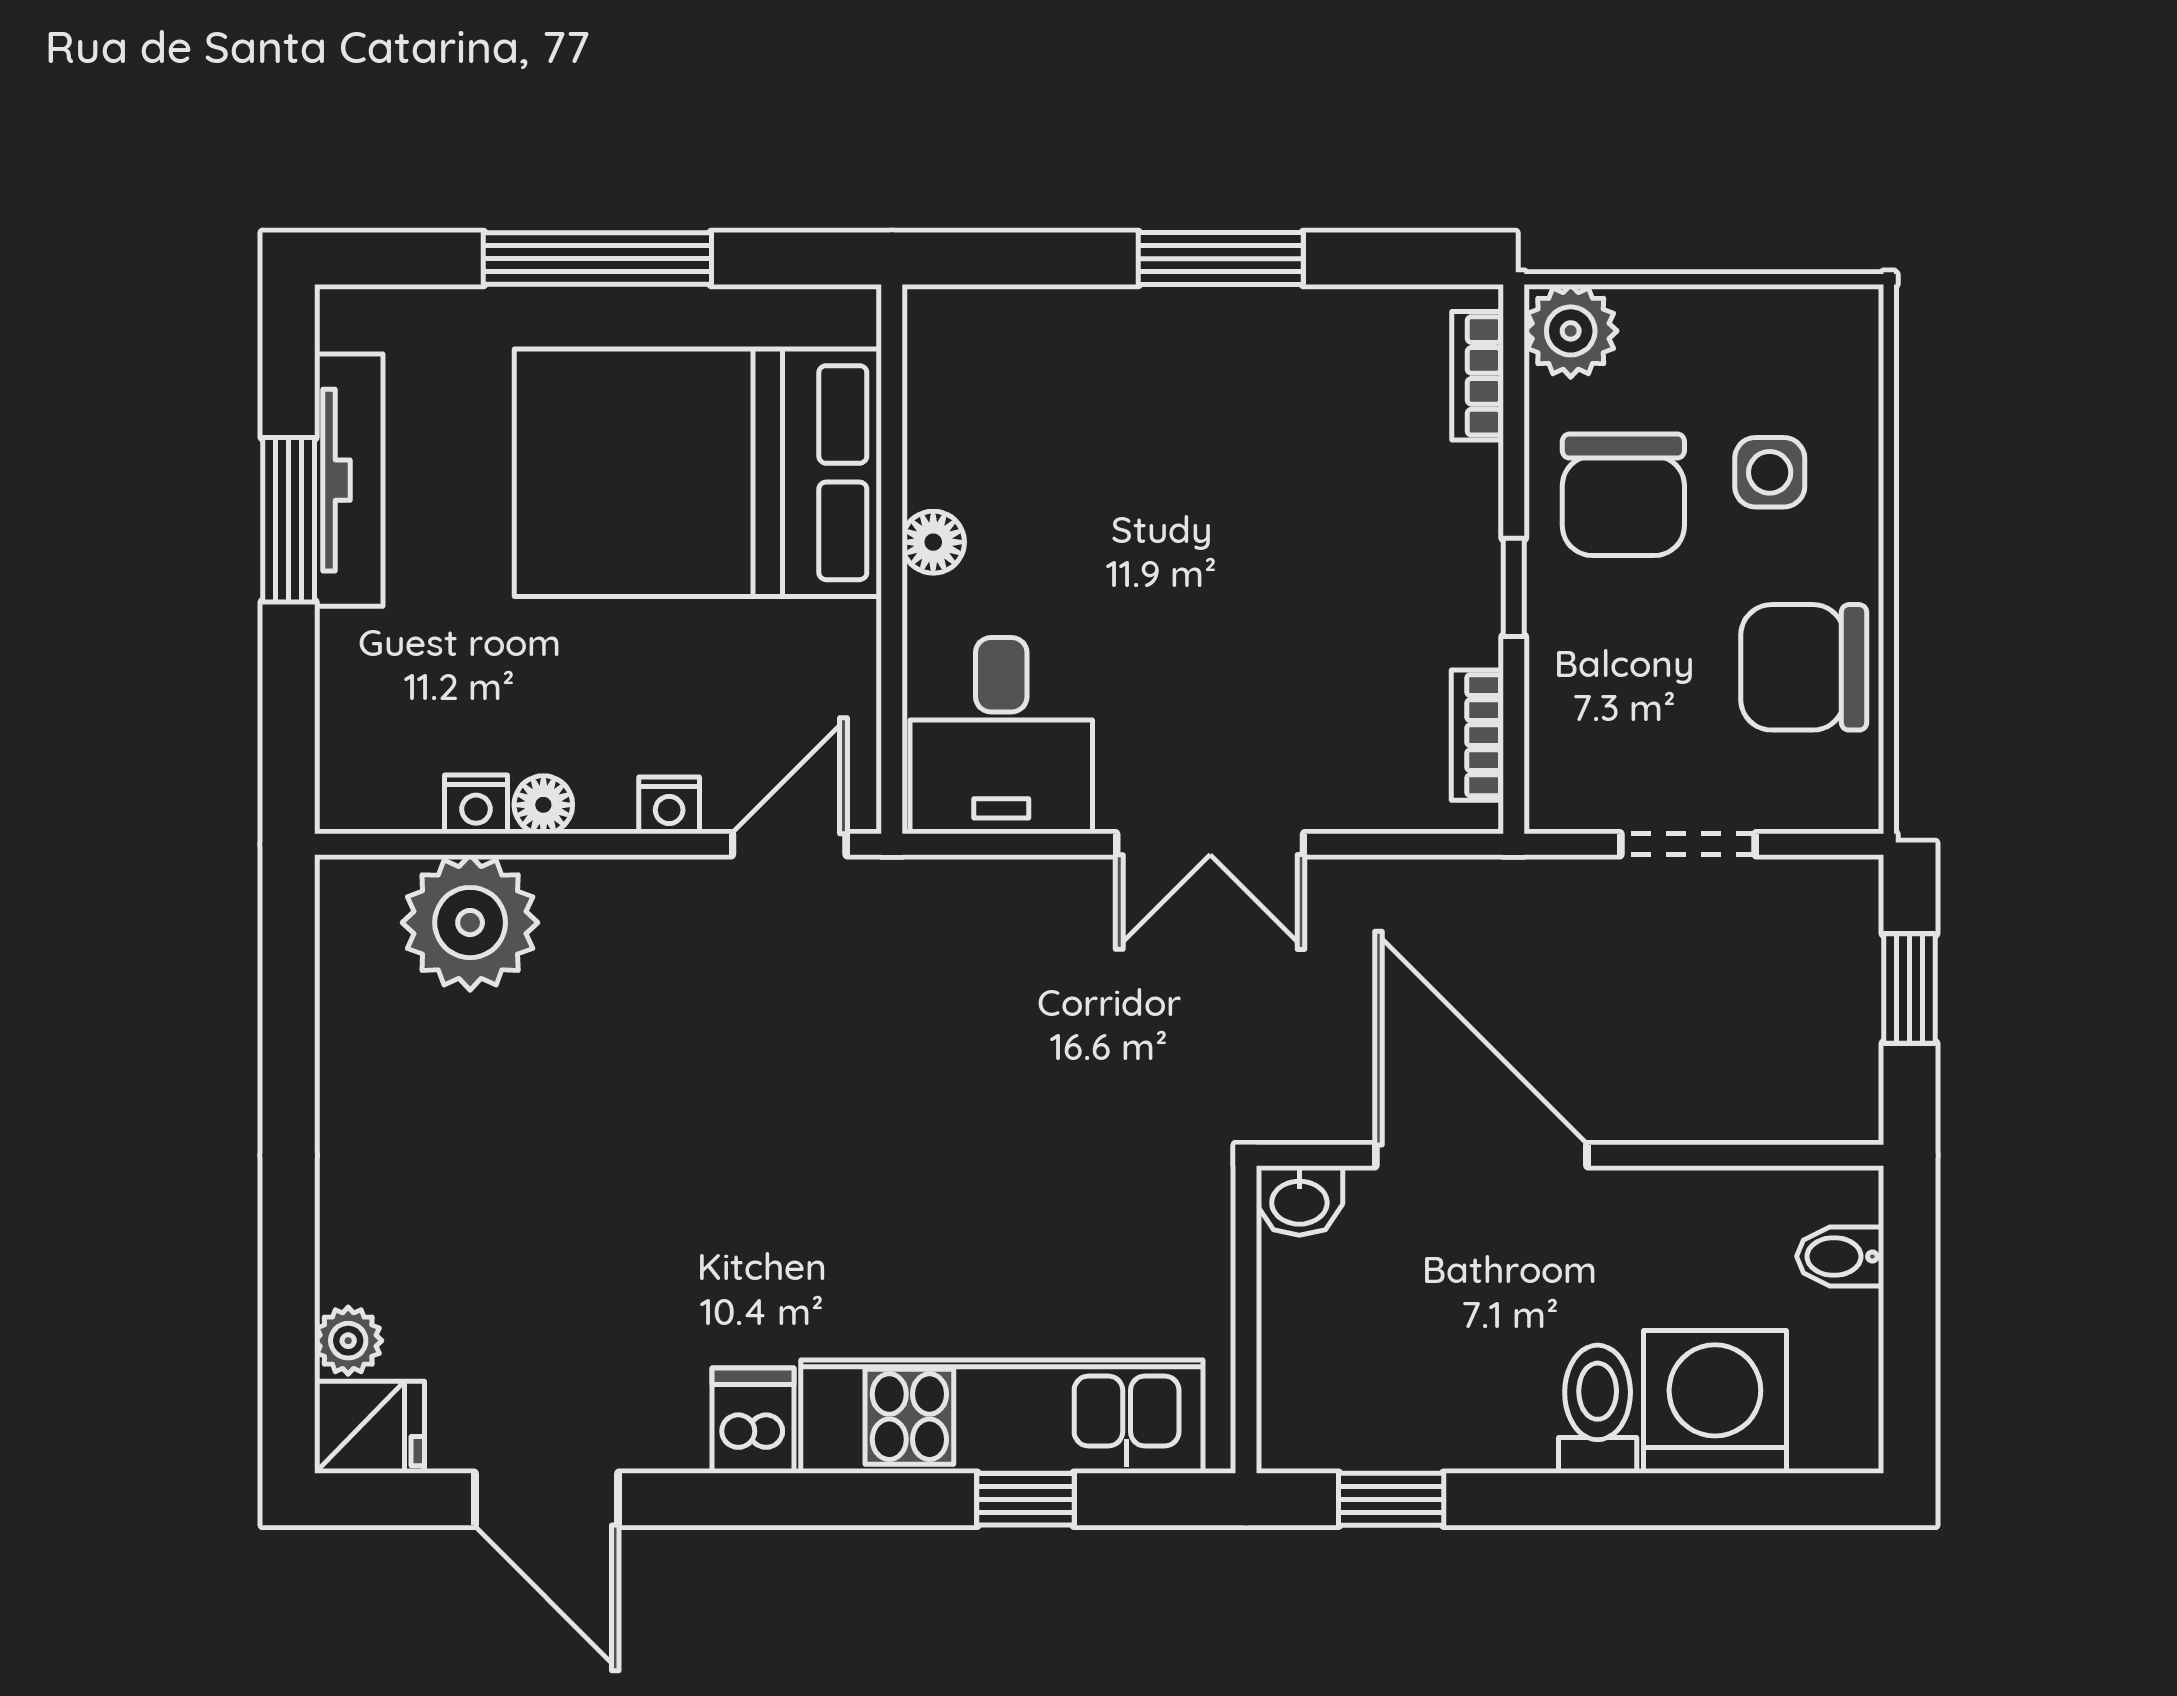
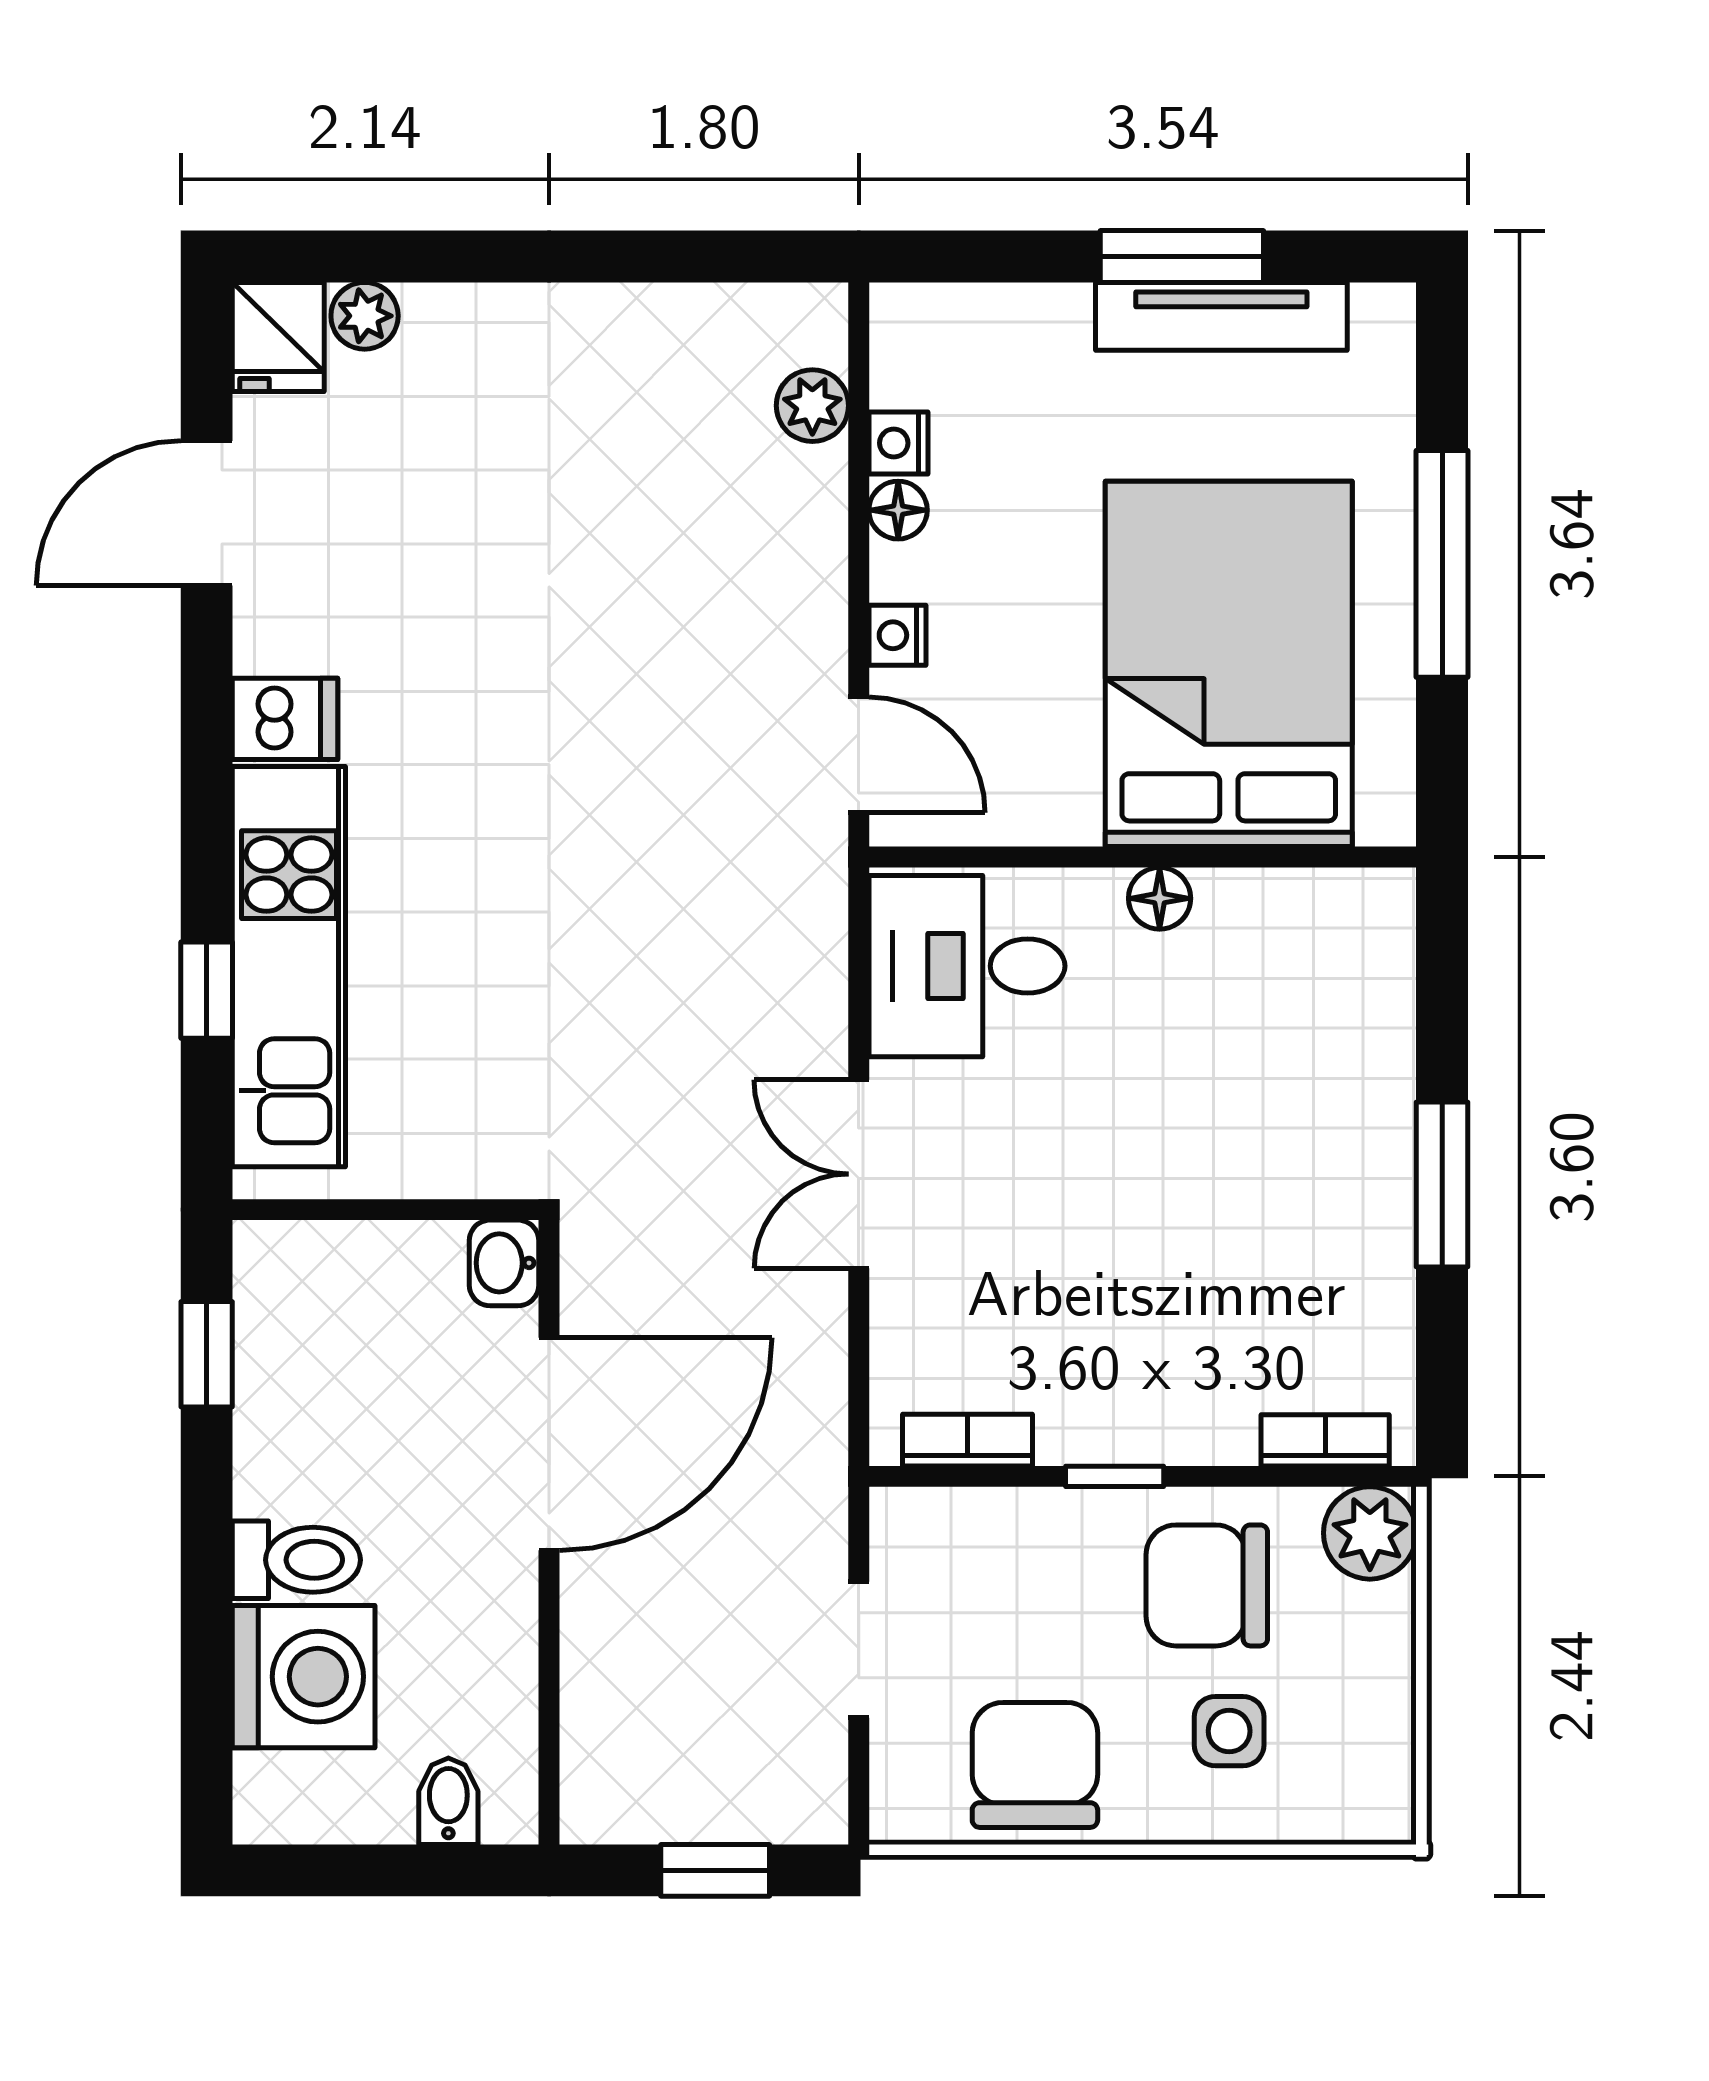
plant: (470, 923) -> (812, 406), width x0.53, depth x0.53

